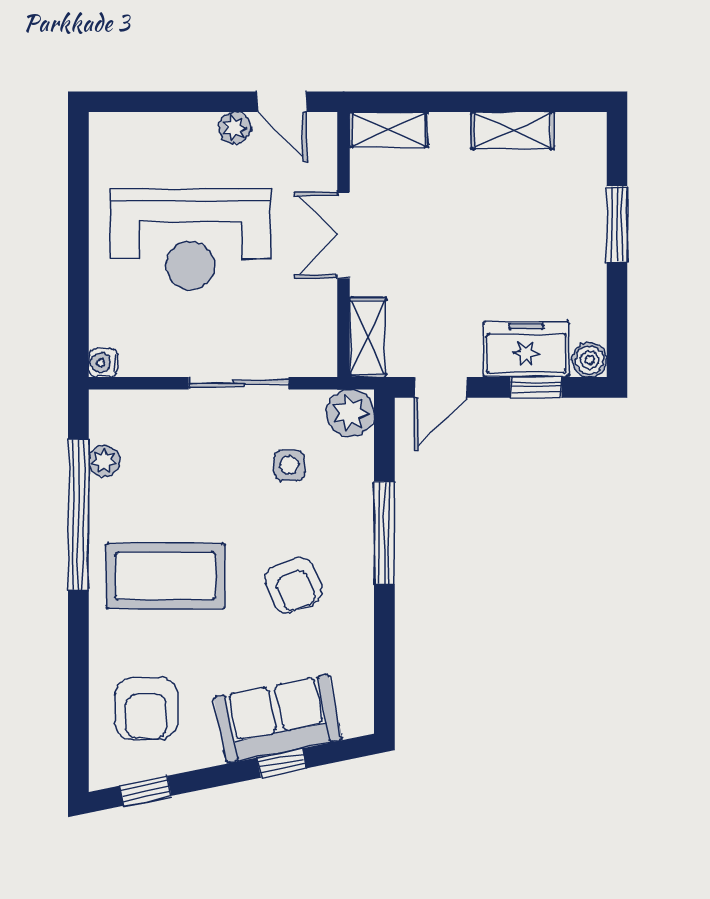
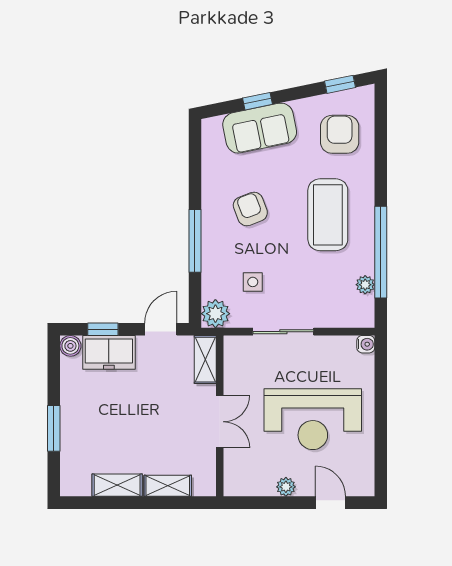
door: (282, 102) -> (330, 503), moved
shelving: (389, 130) -> (168, 486), moved
reception desk: (190, 239) -> (313, 419), turned 180
coffee table: (166, 576) -> (328, 215), turned 90

